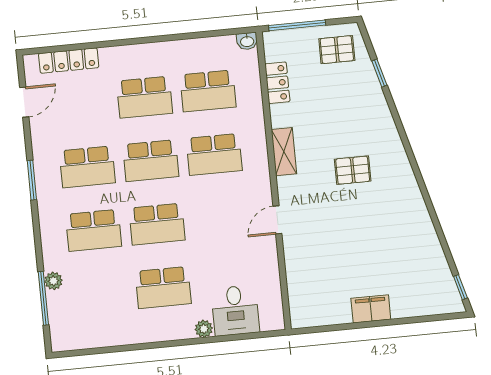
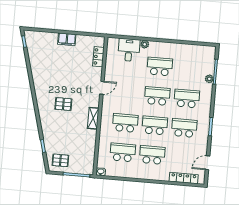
locker: (277, 83) -> (98, 57), moved

